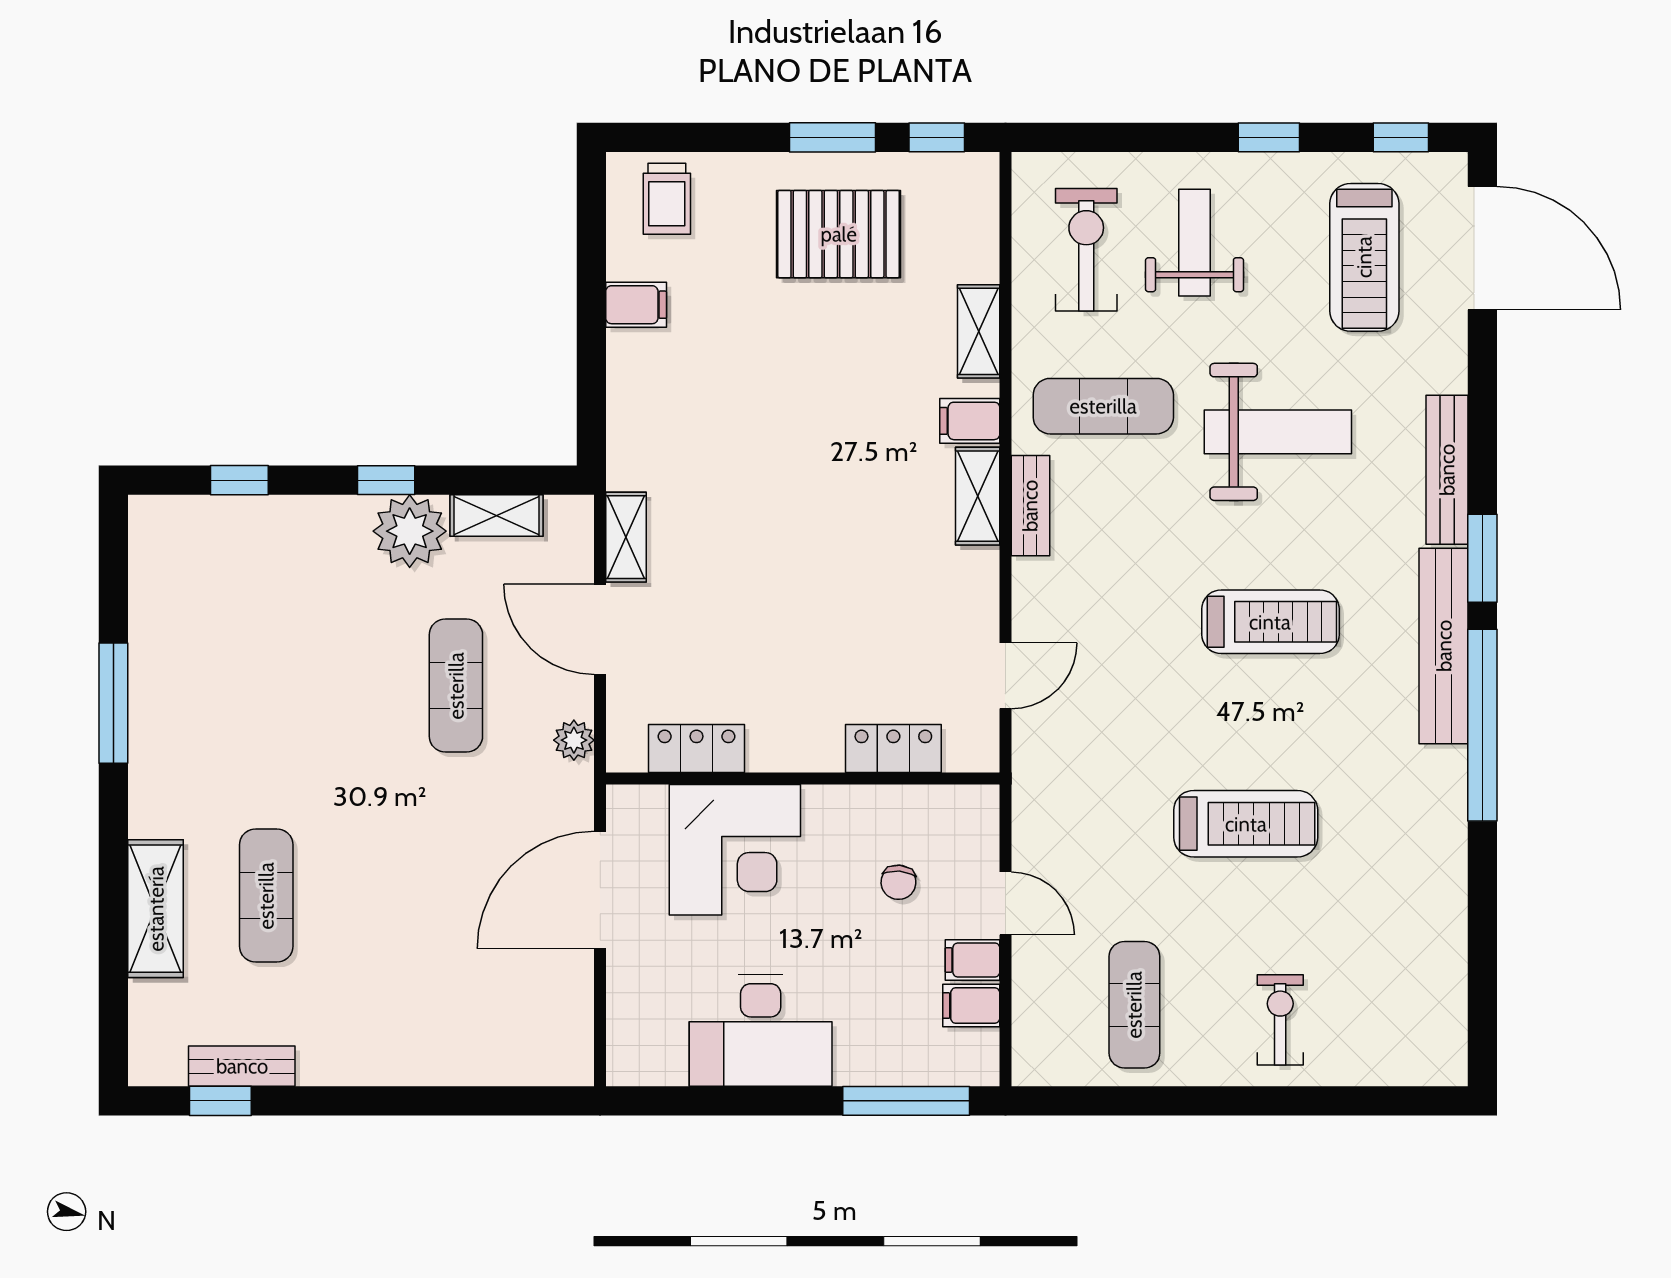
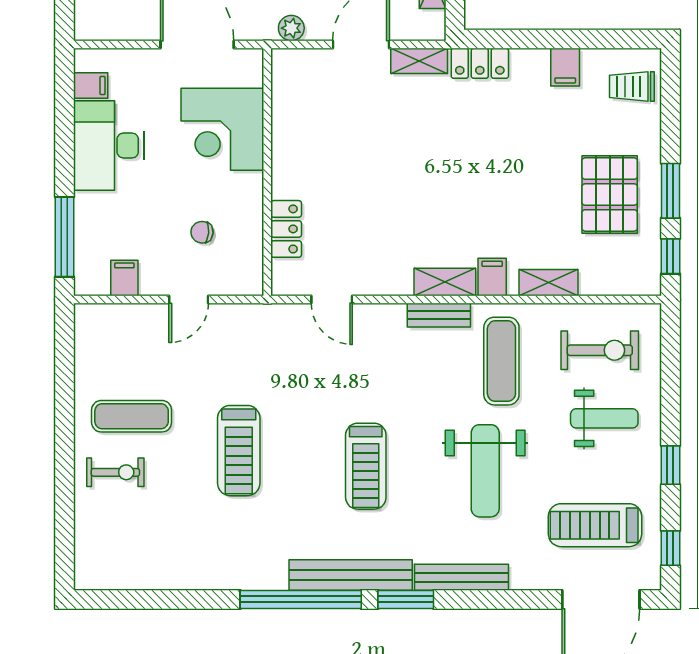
locker: (697, 749) -> (480, 63), moved, turned 90
filing cabinet: (973, 960) -> (91, 85), moved, turned 90
exercise mat: (1134, 1005) -> (132, 416), moved

